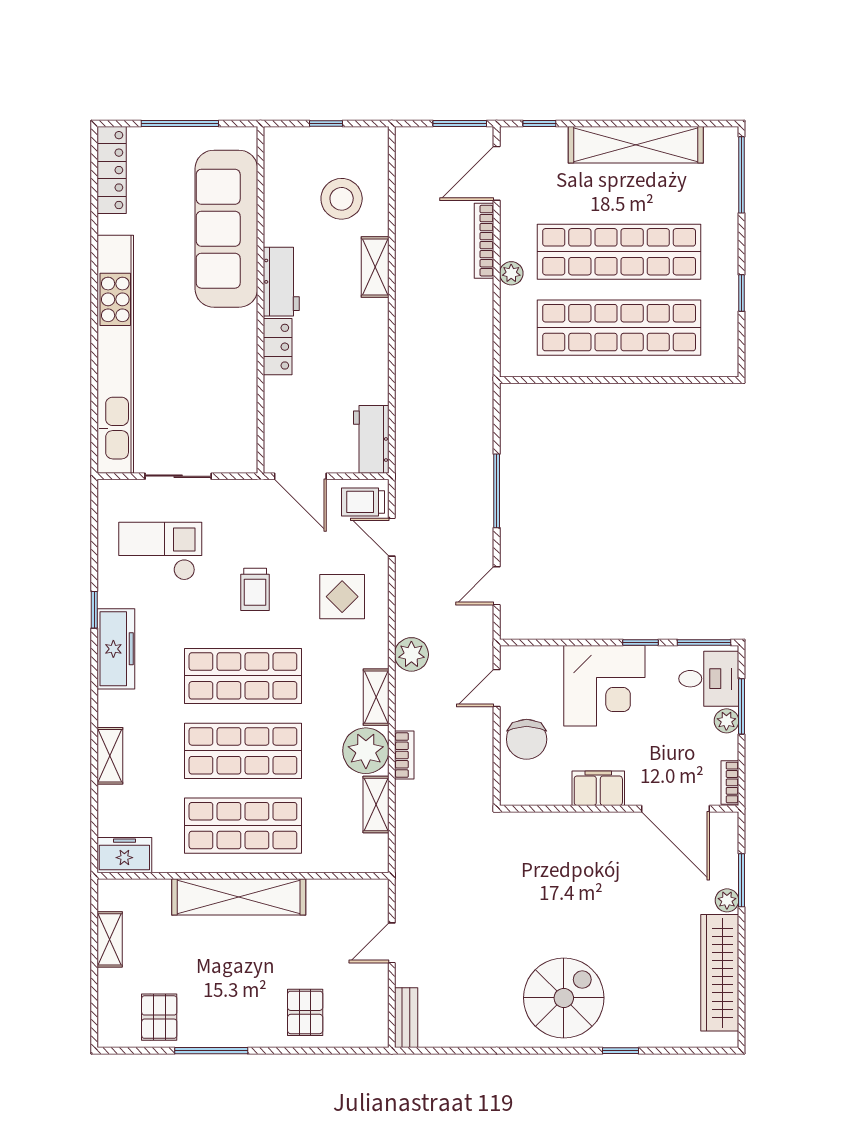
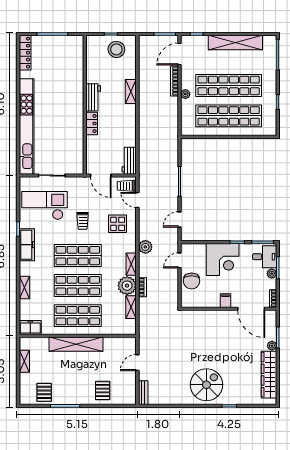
stool: (342, 199) -> (116, 49), moved
sofa: (226, 229) -> (71, 76), removed
checkout: (160, 551) -> (45, 206), width x1.36, depth x1.21
filing cabinet: (598, 788) -> (226, 301), width x0.50

